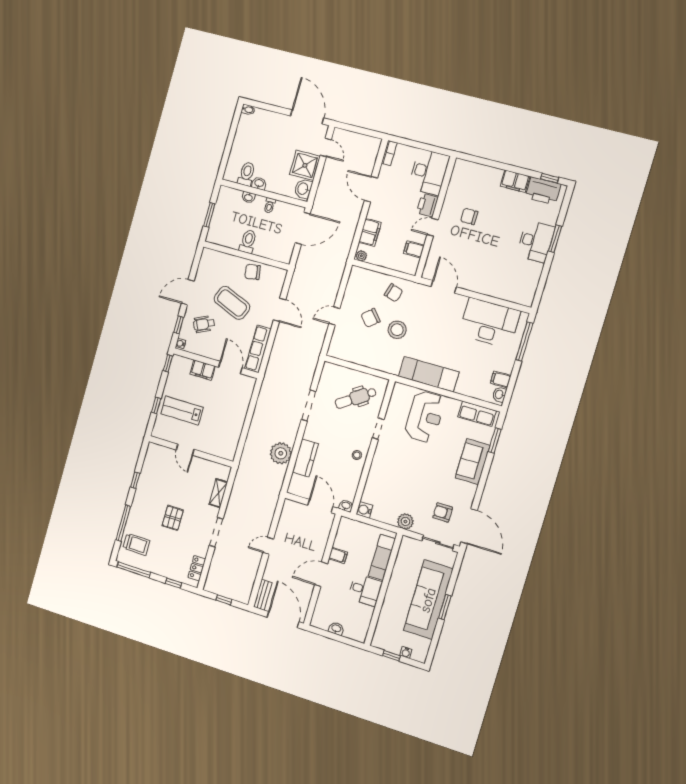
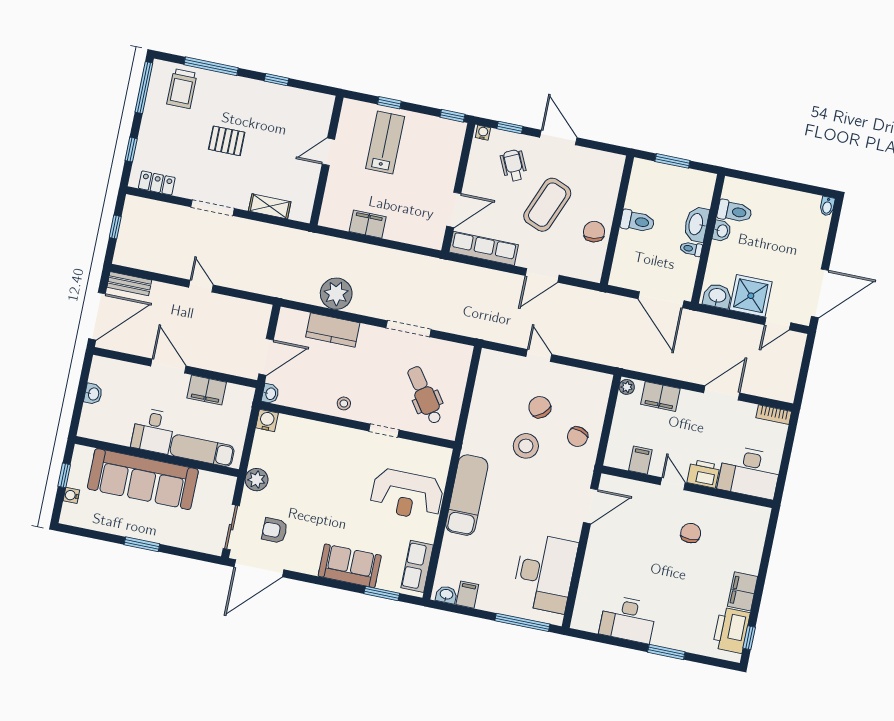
washbasin: (248, 197) -> (696, 224), width x1.91, depth x1.45
desk: (536, 241) -> (628, 619), moved
filing cabinet: (203, 370) -> (368, 224), moved, turned 90
armchair: (443, 512) -> (275, 530), turned -90
filing cabinet: (338, 555) -> (207, 390), width x2.00
sofa: (428, 600) -> (143, 479), moved, turned 180

